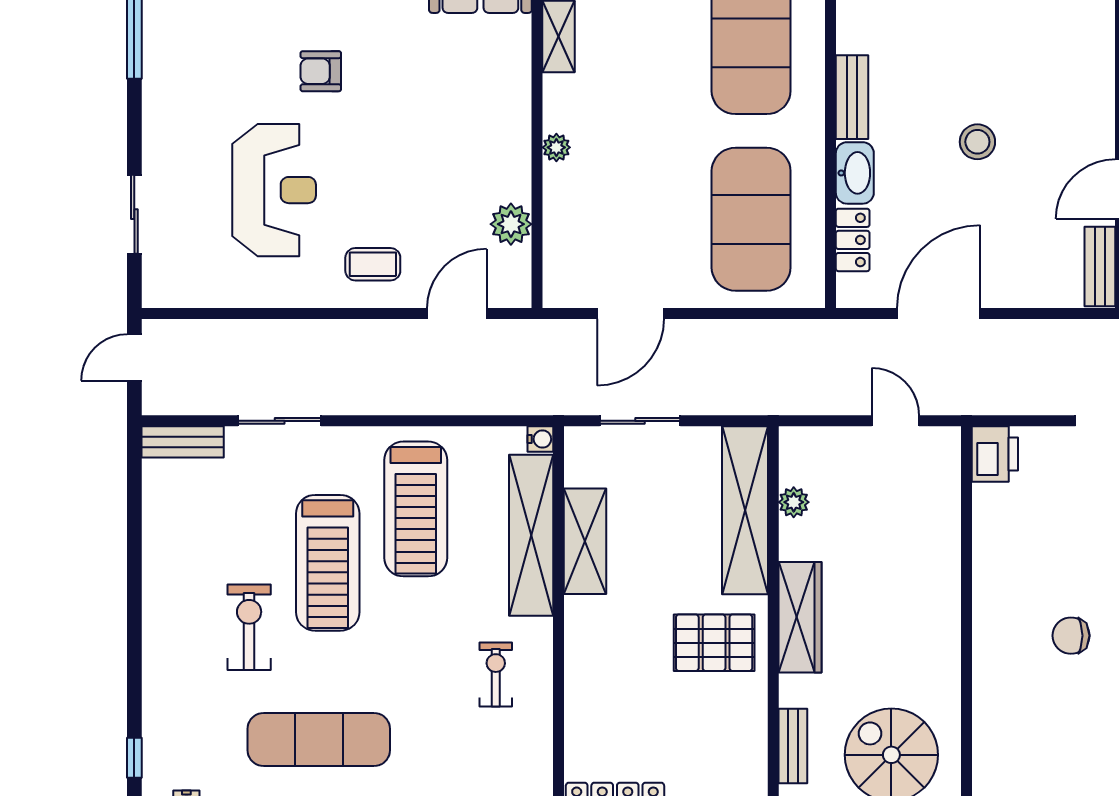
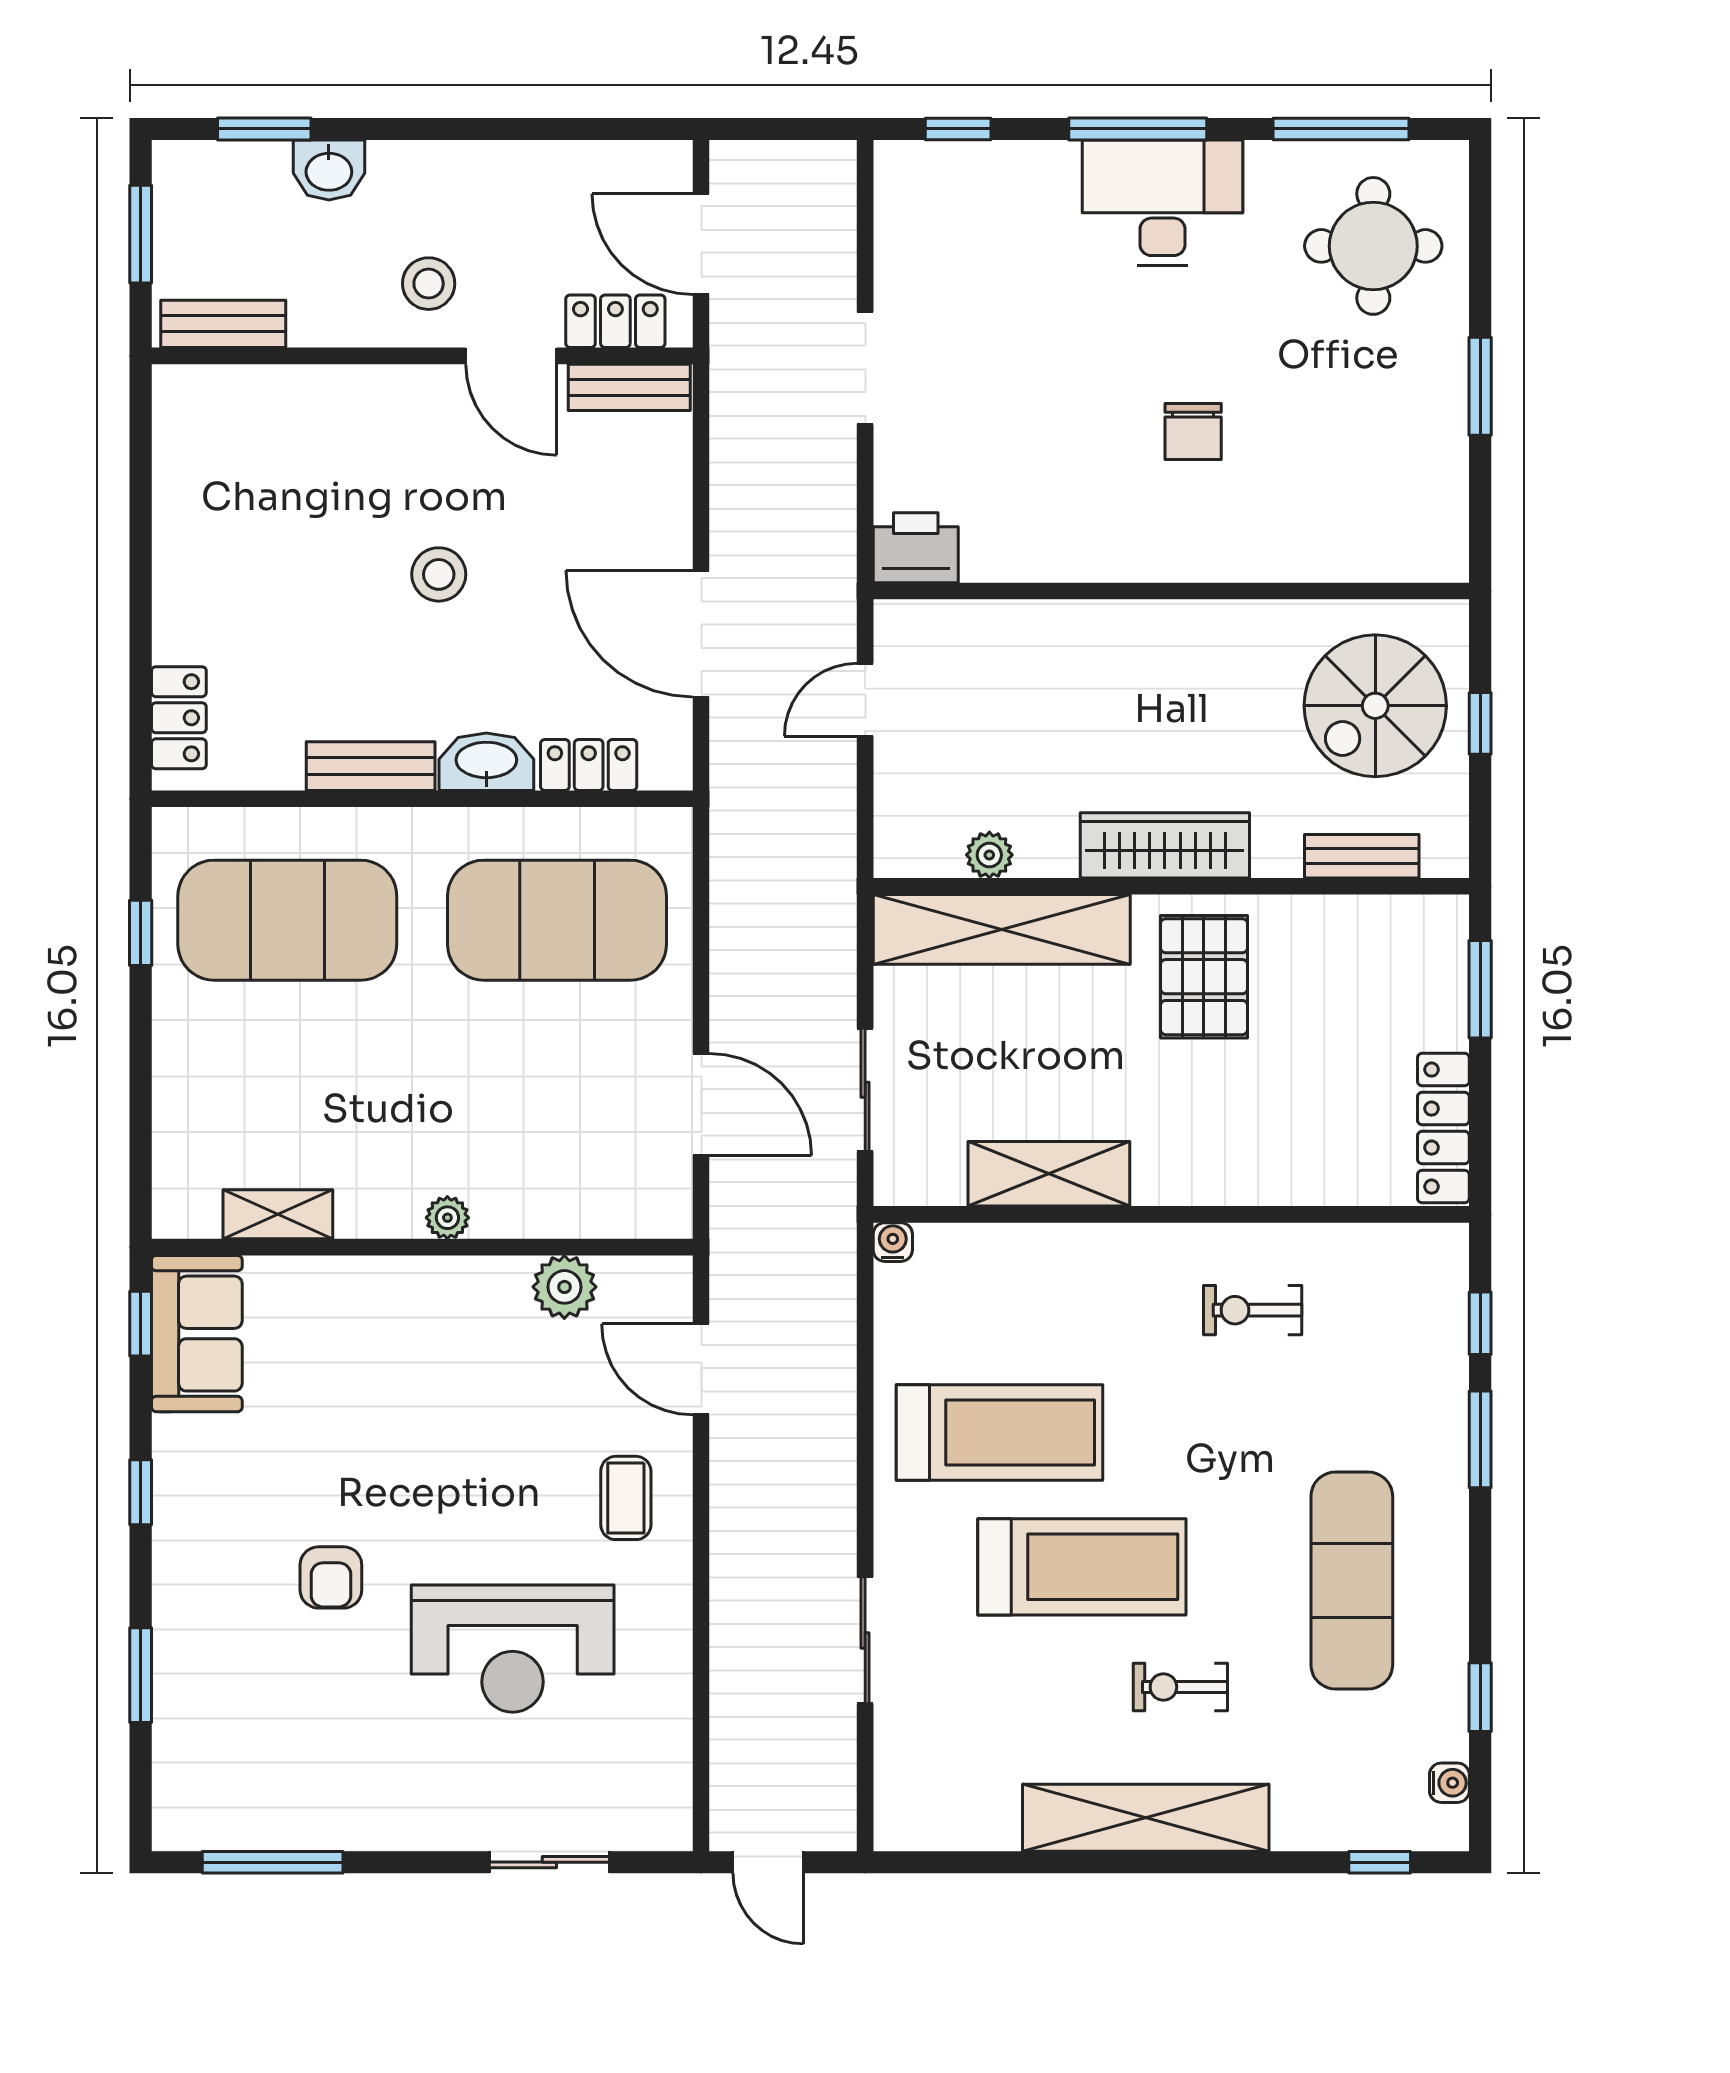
reception desk: (274, 190) -> (513, 1649), turned 180
bench: (183, 442) -> (897, 1789), removed
shelving: (531, 535) -> (1146, 1818), moved
exercise bike: (249, 627) -> (1180, 1687), width x0.73, depth x0.72

